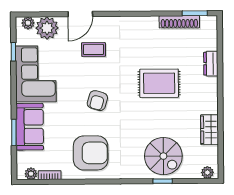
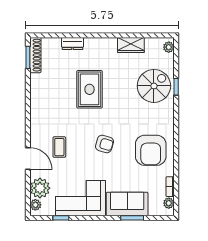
shoe rack: (179, 22) -> (35, 55), moved
armchair: (91, 153) -> (151, 150), turned 180

